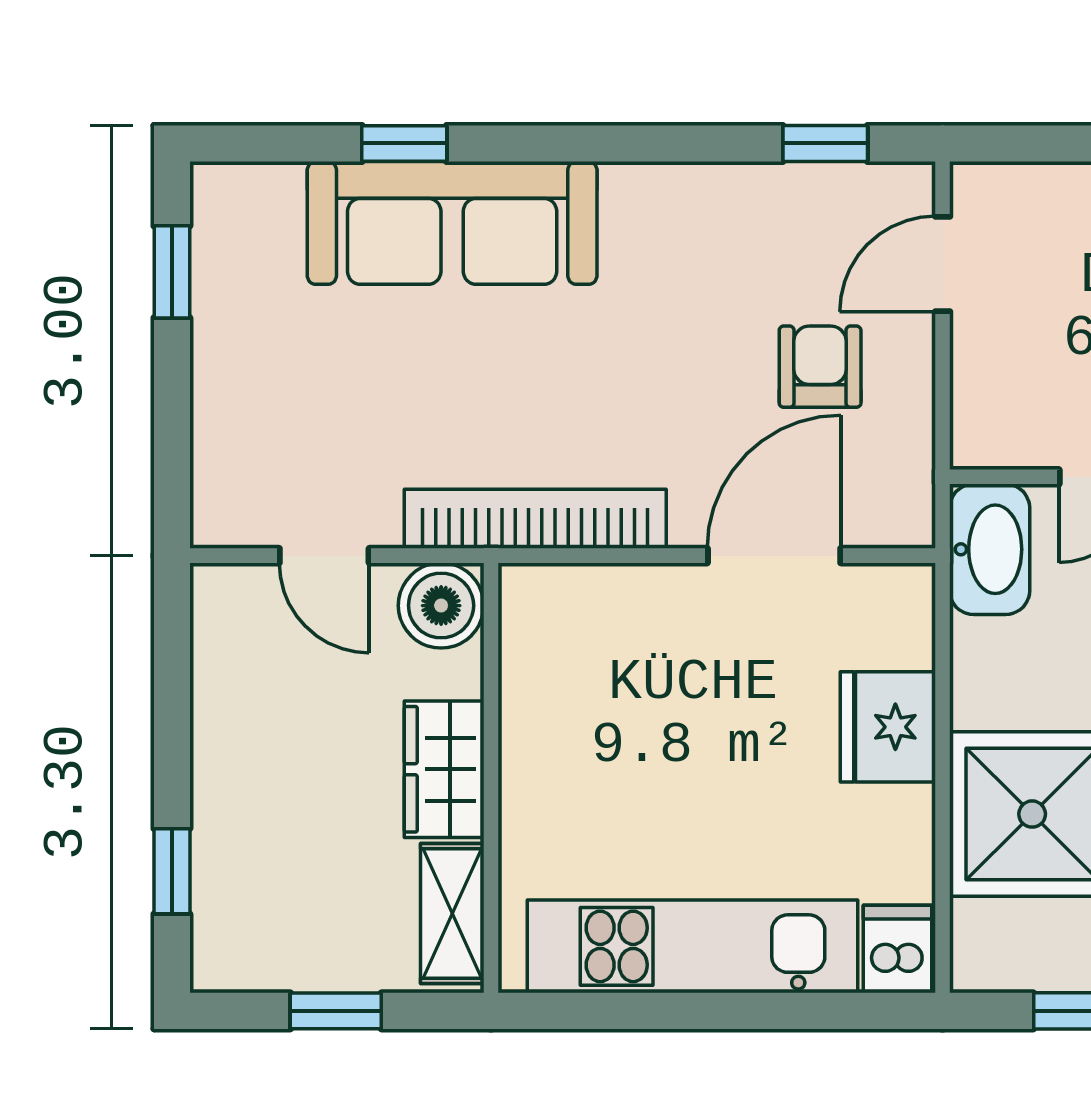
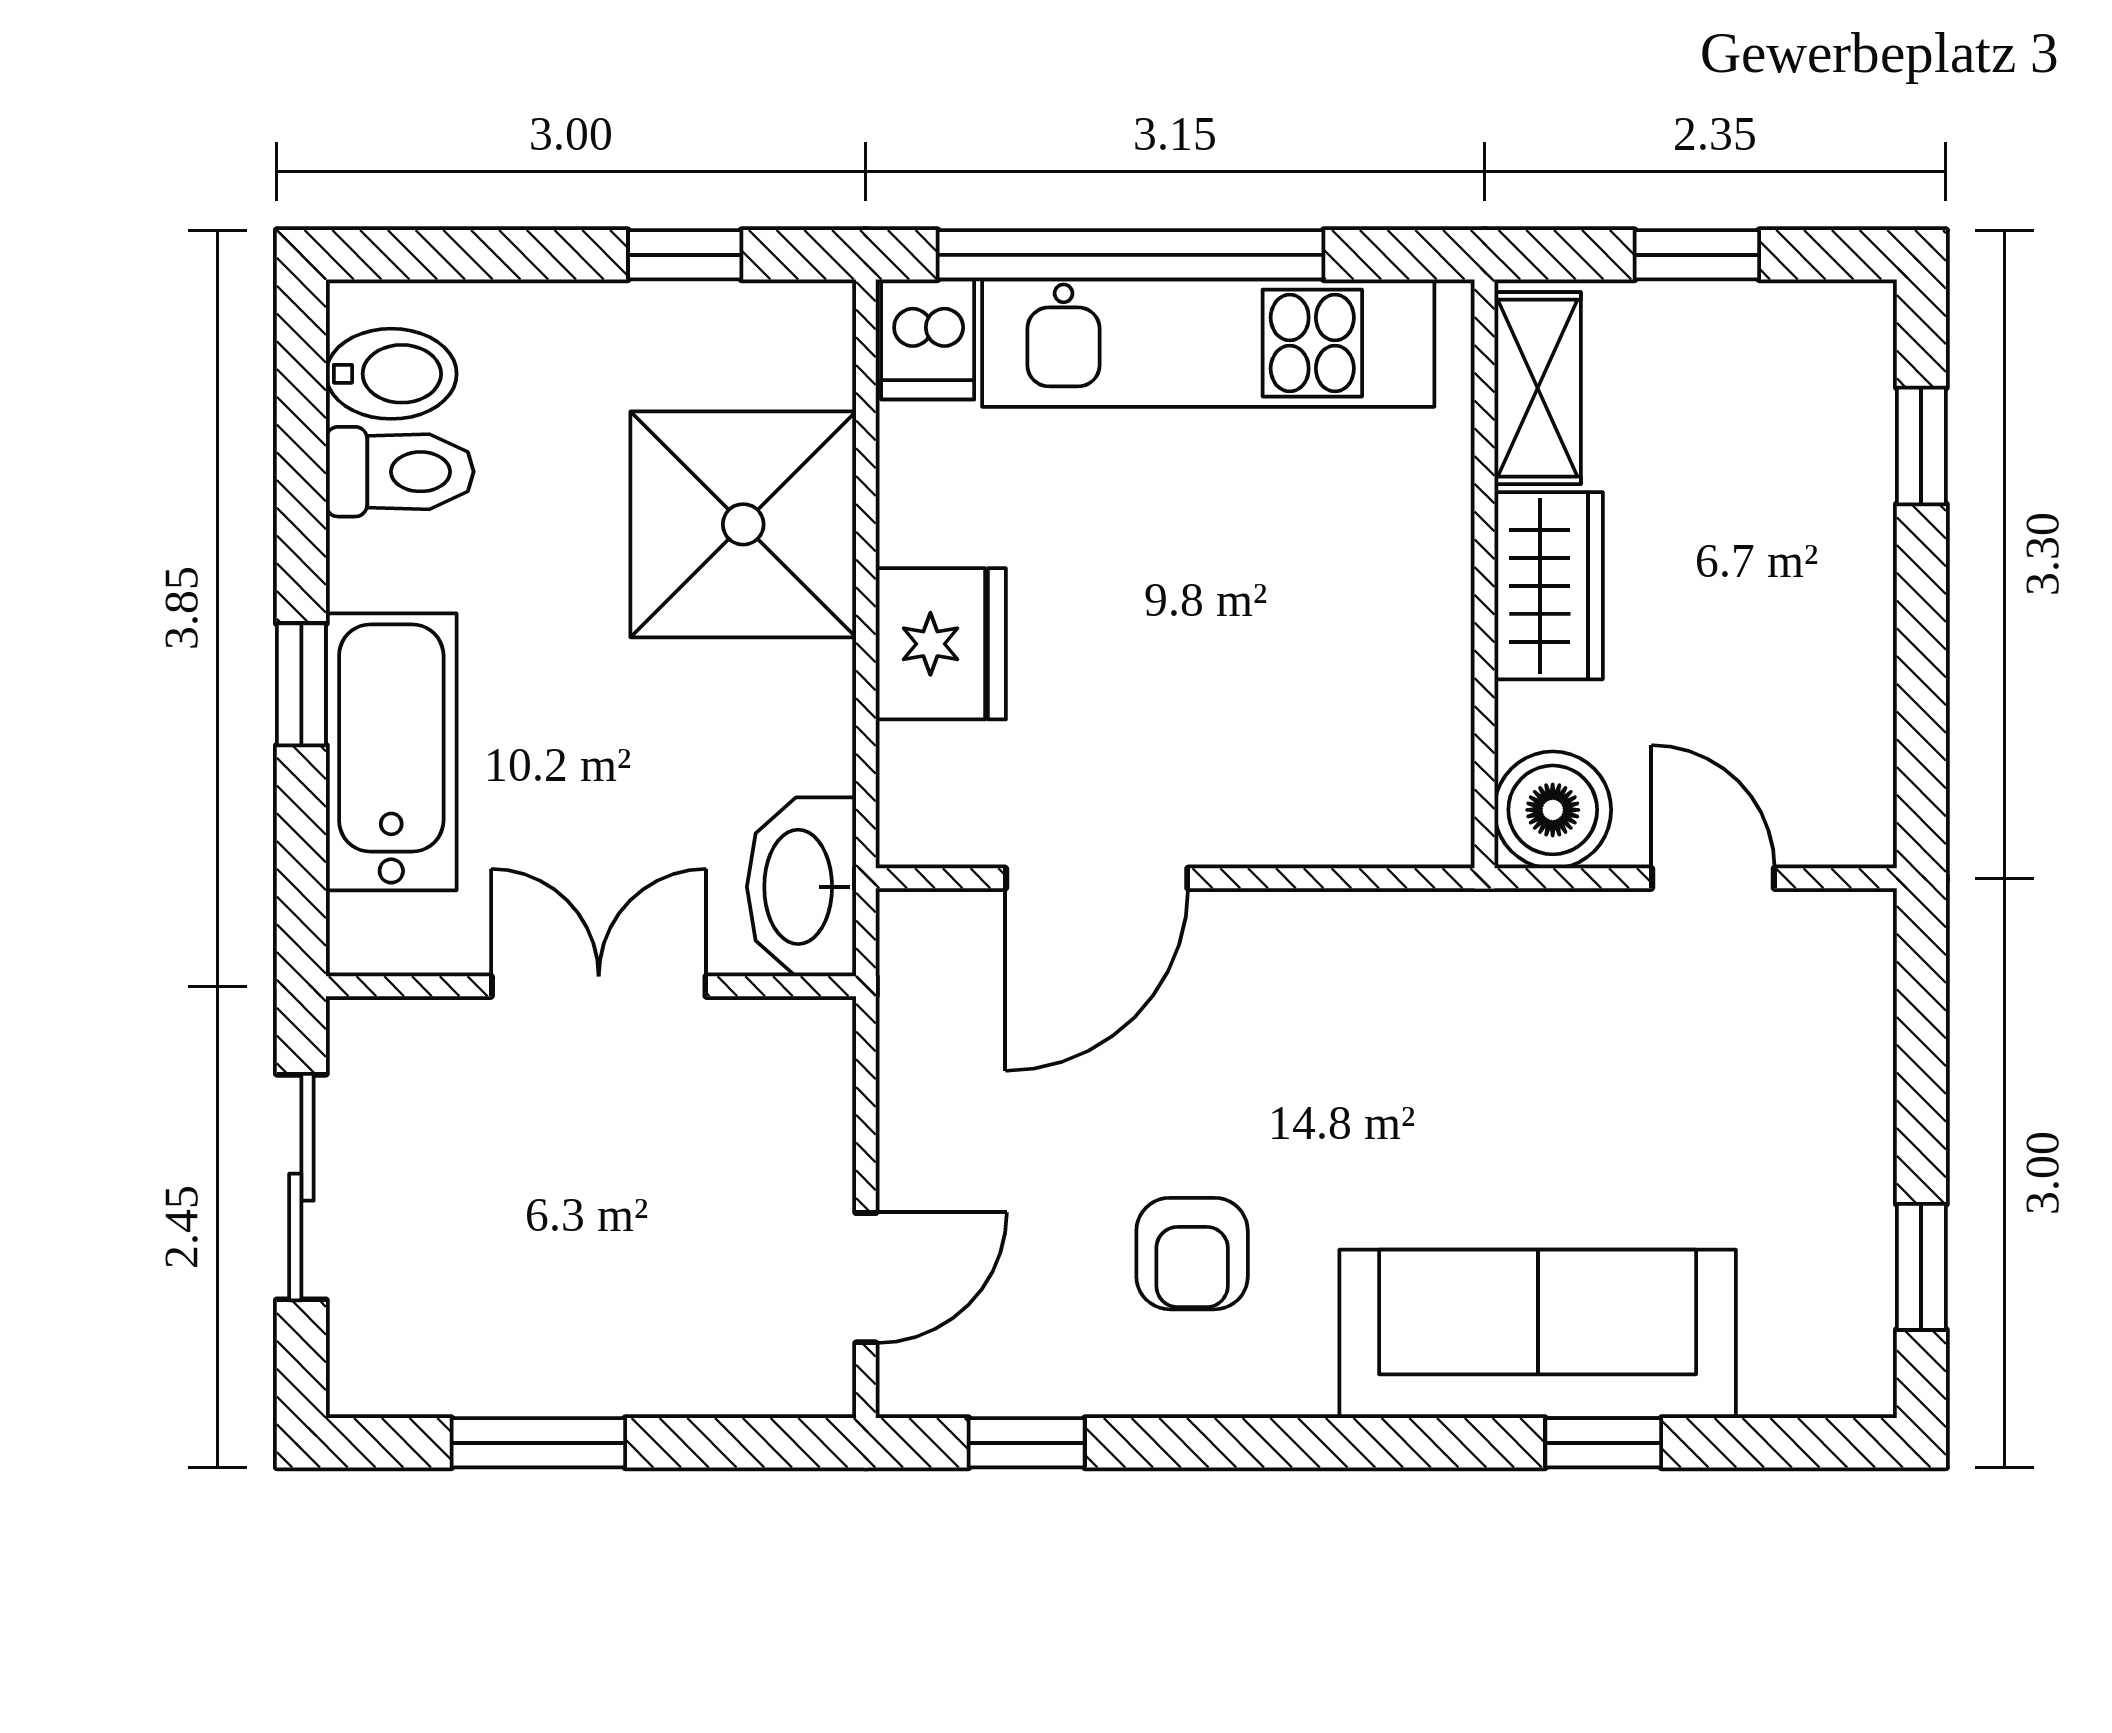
armchair: (820, 367) -> (1192, 1254), moved
bookcase: (535, 519) -> (1424, 929), removed
window: (749, 1011) -> (1131, 255), added

